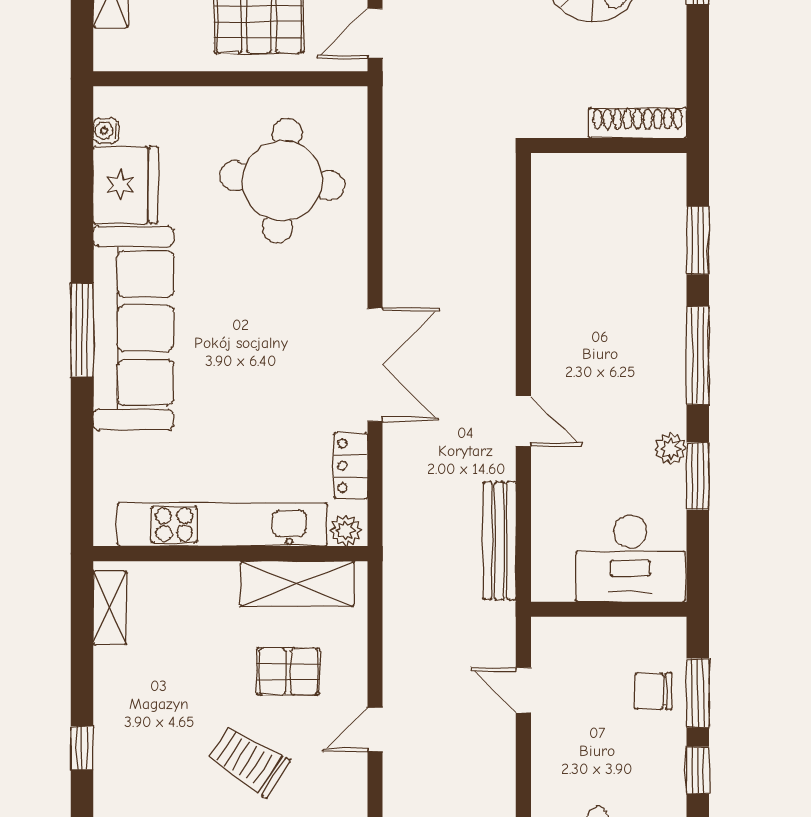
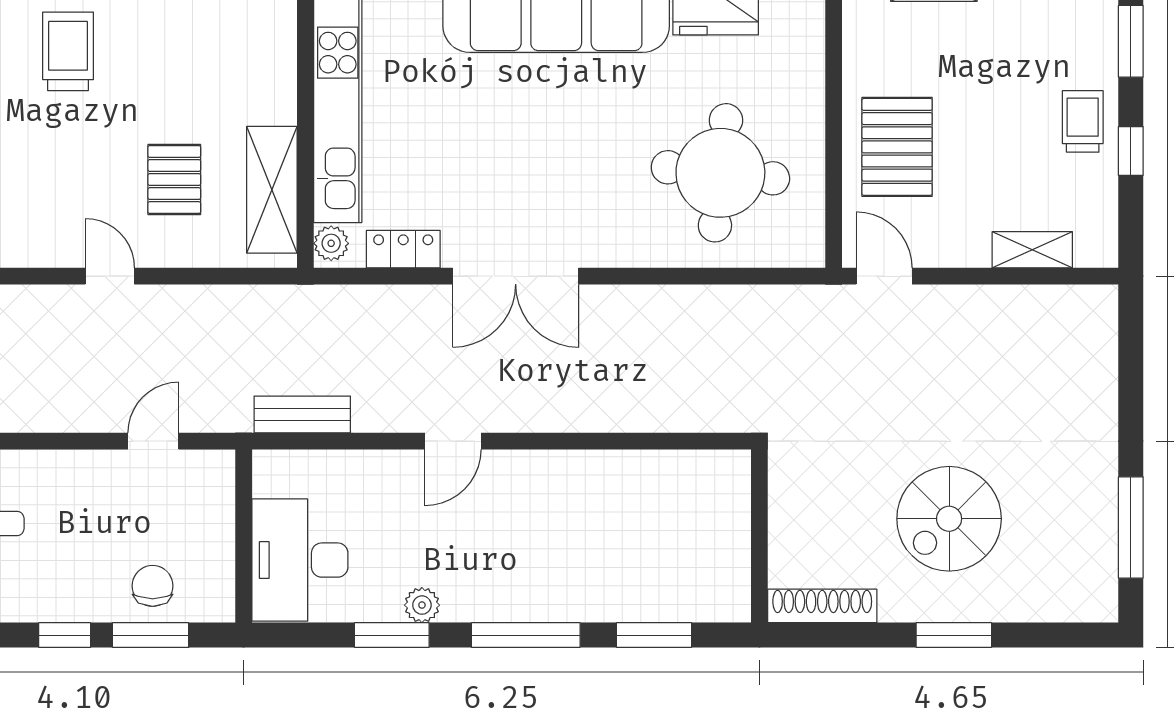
shoe rack: (638, 123) -> (822, 606), moved, turned -90
bench: (499, 541) -> (302, 414), width x0.73
trolley: (249, 761) -> (68, 51), moved, turned -32

